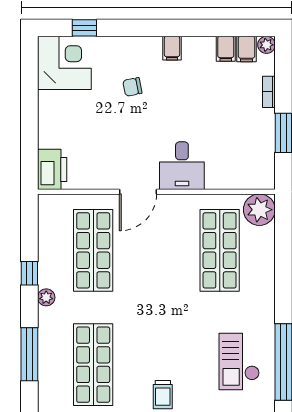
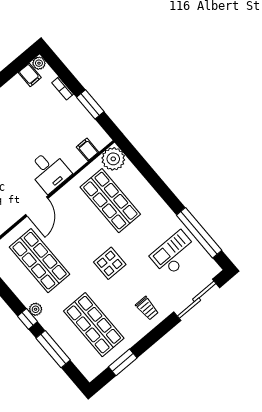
filing cabinet: (226, 49) -> (87, 149), moved, turned 180
window: (29, 273) -> (27, 319), moved
display table: (164, 315) -> (110, 263), added
checkout: (239, 362) -> (174, 254), turned 90

